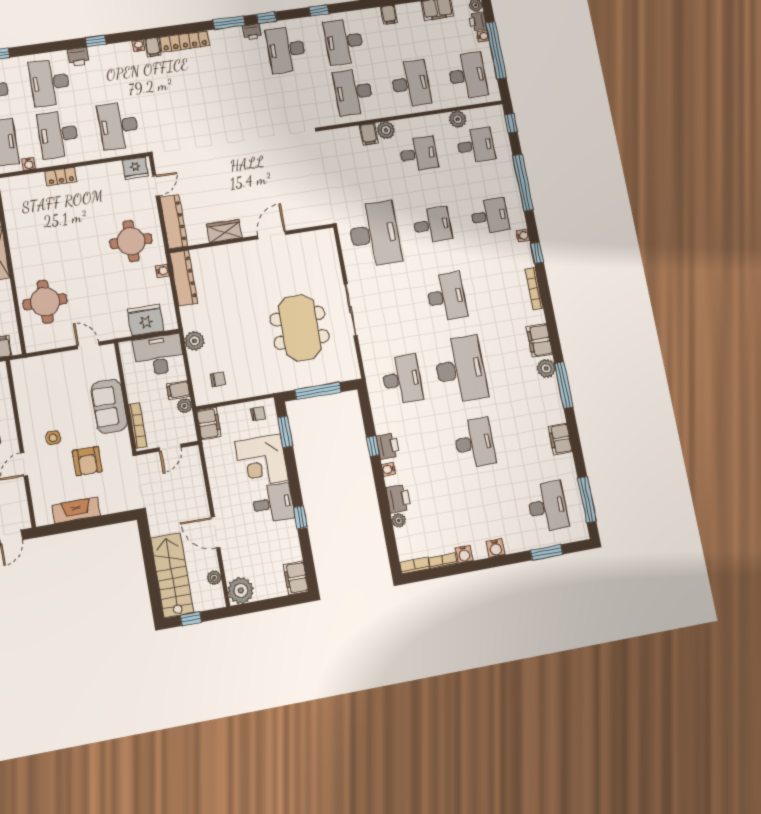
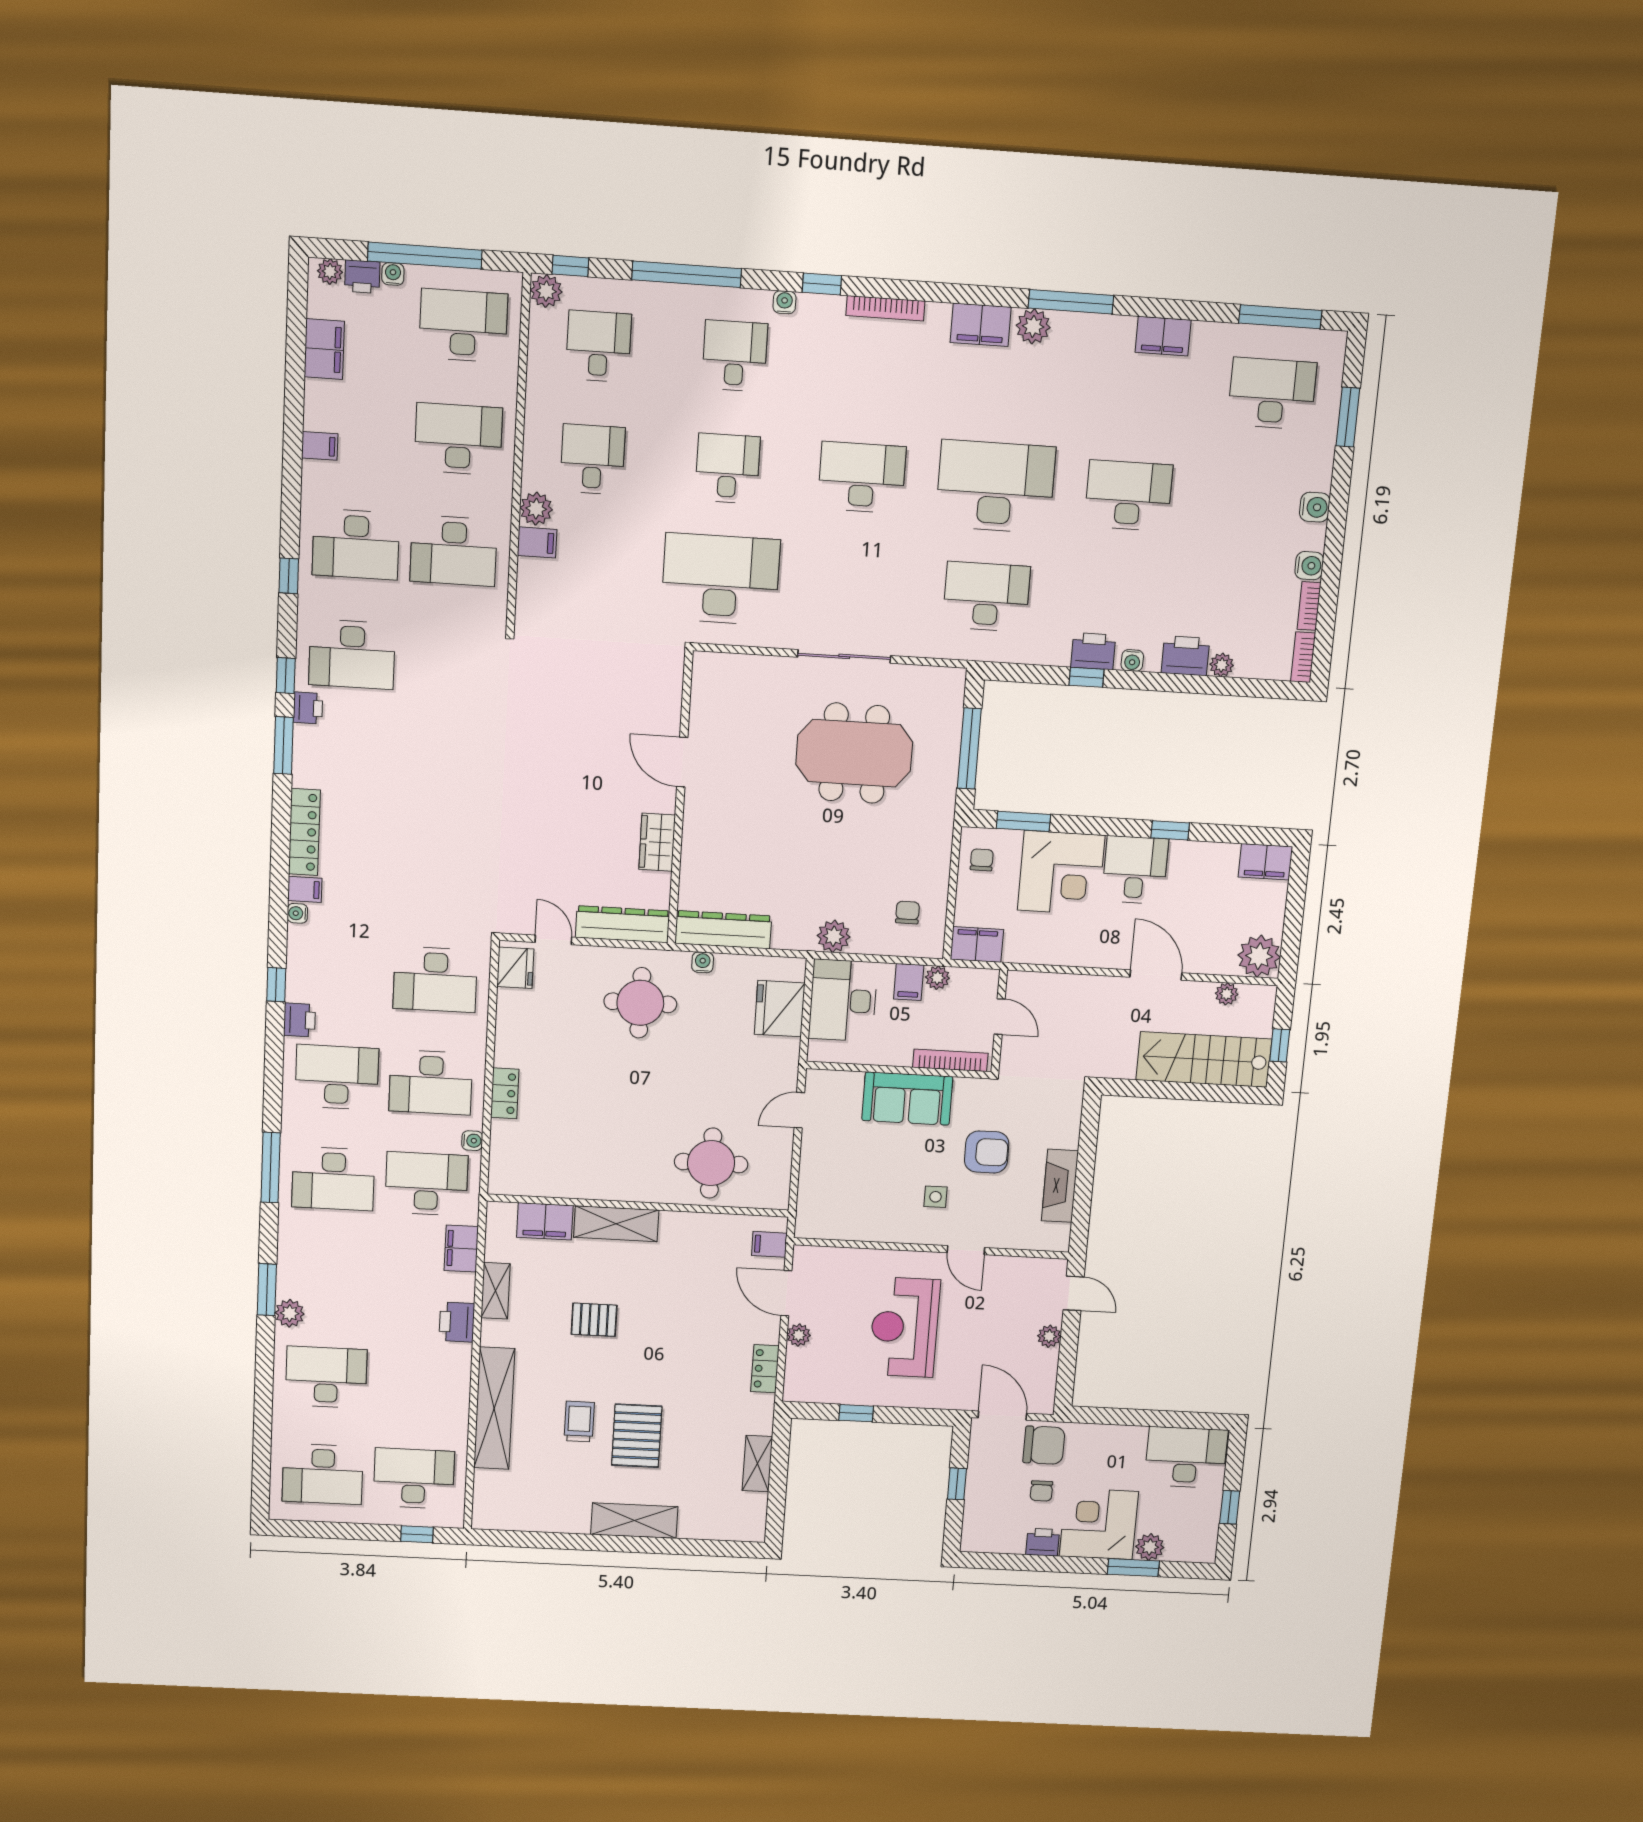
desk: (50, 83) -> (337, 1077), turned 180
plant: (458, 119) -> (546, 291), moved
door: (216, 533) -> (1156, 975), swing flipped

